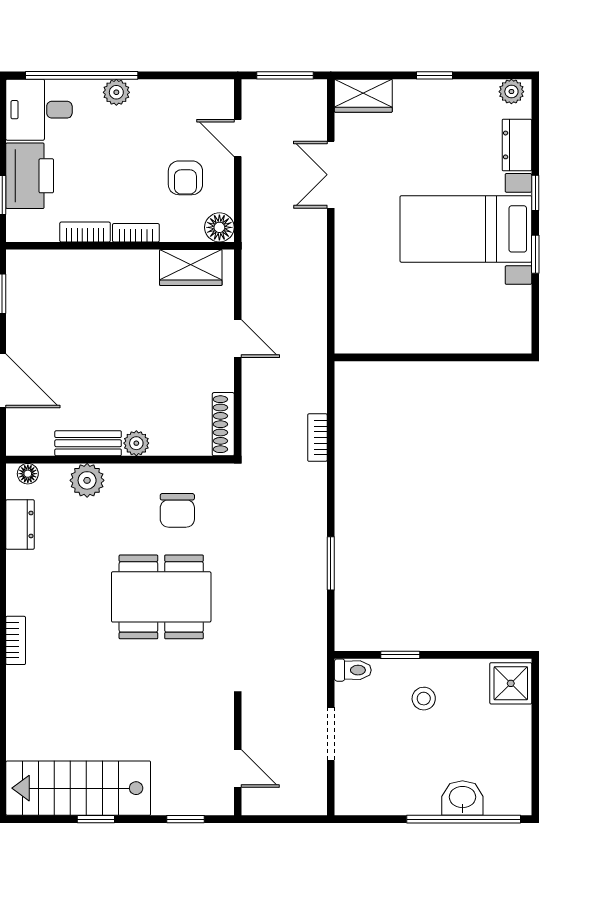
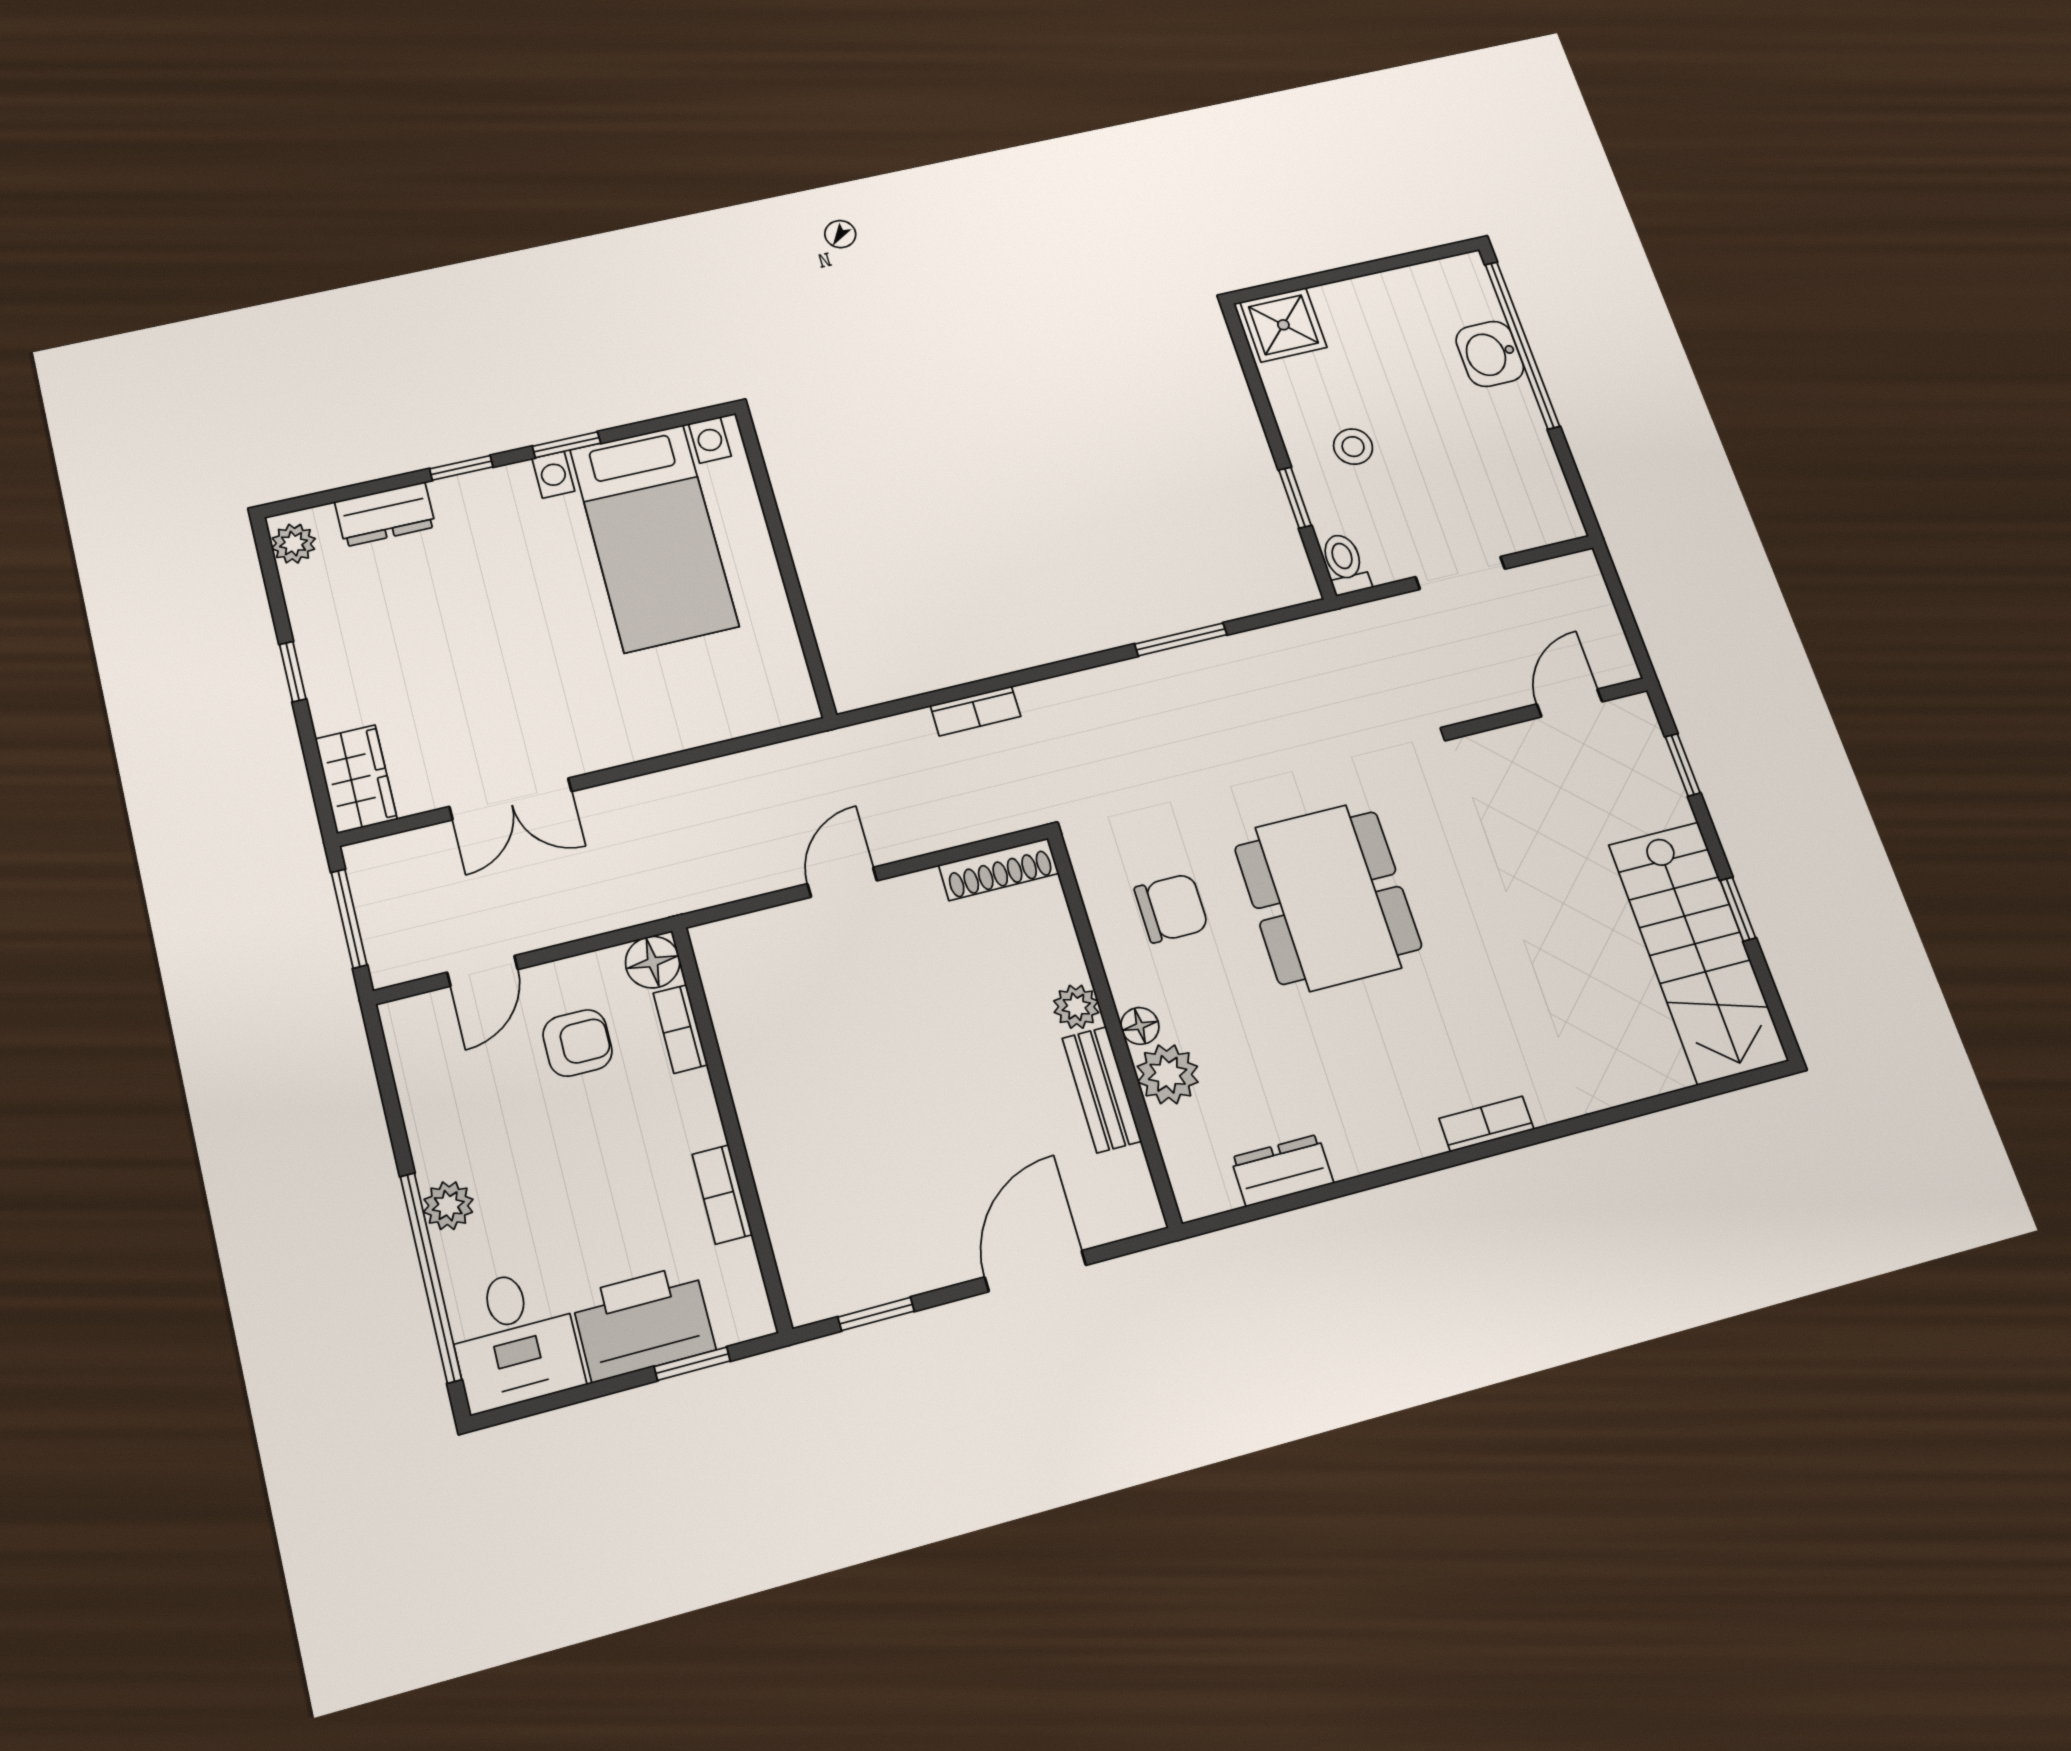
bed with nightstands: (466, 229) -> (654, 538), moved
bookcase: (136, 233) -> (680, 1029), moved
wardrobe: (191, 268) -> (738, 993), removed
floor lamp: (28, 474) -> (1140, 1026), moved

